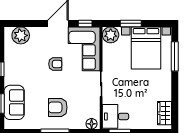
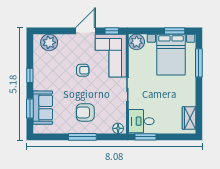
window: (131, 23) -> (175, 31), moved

